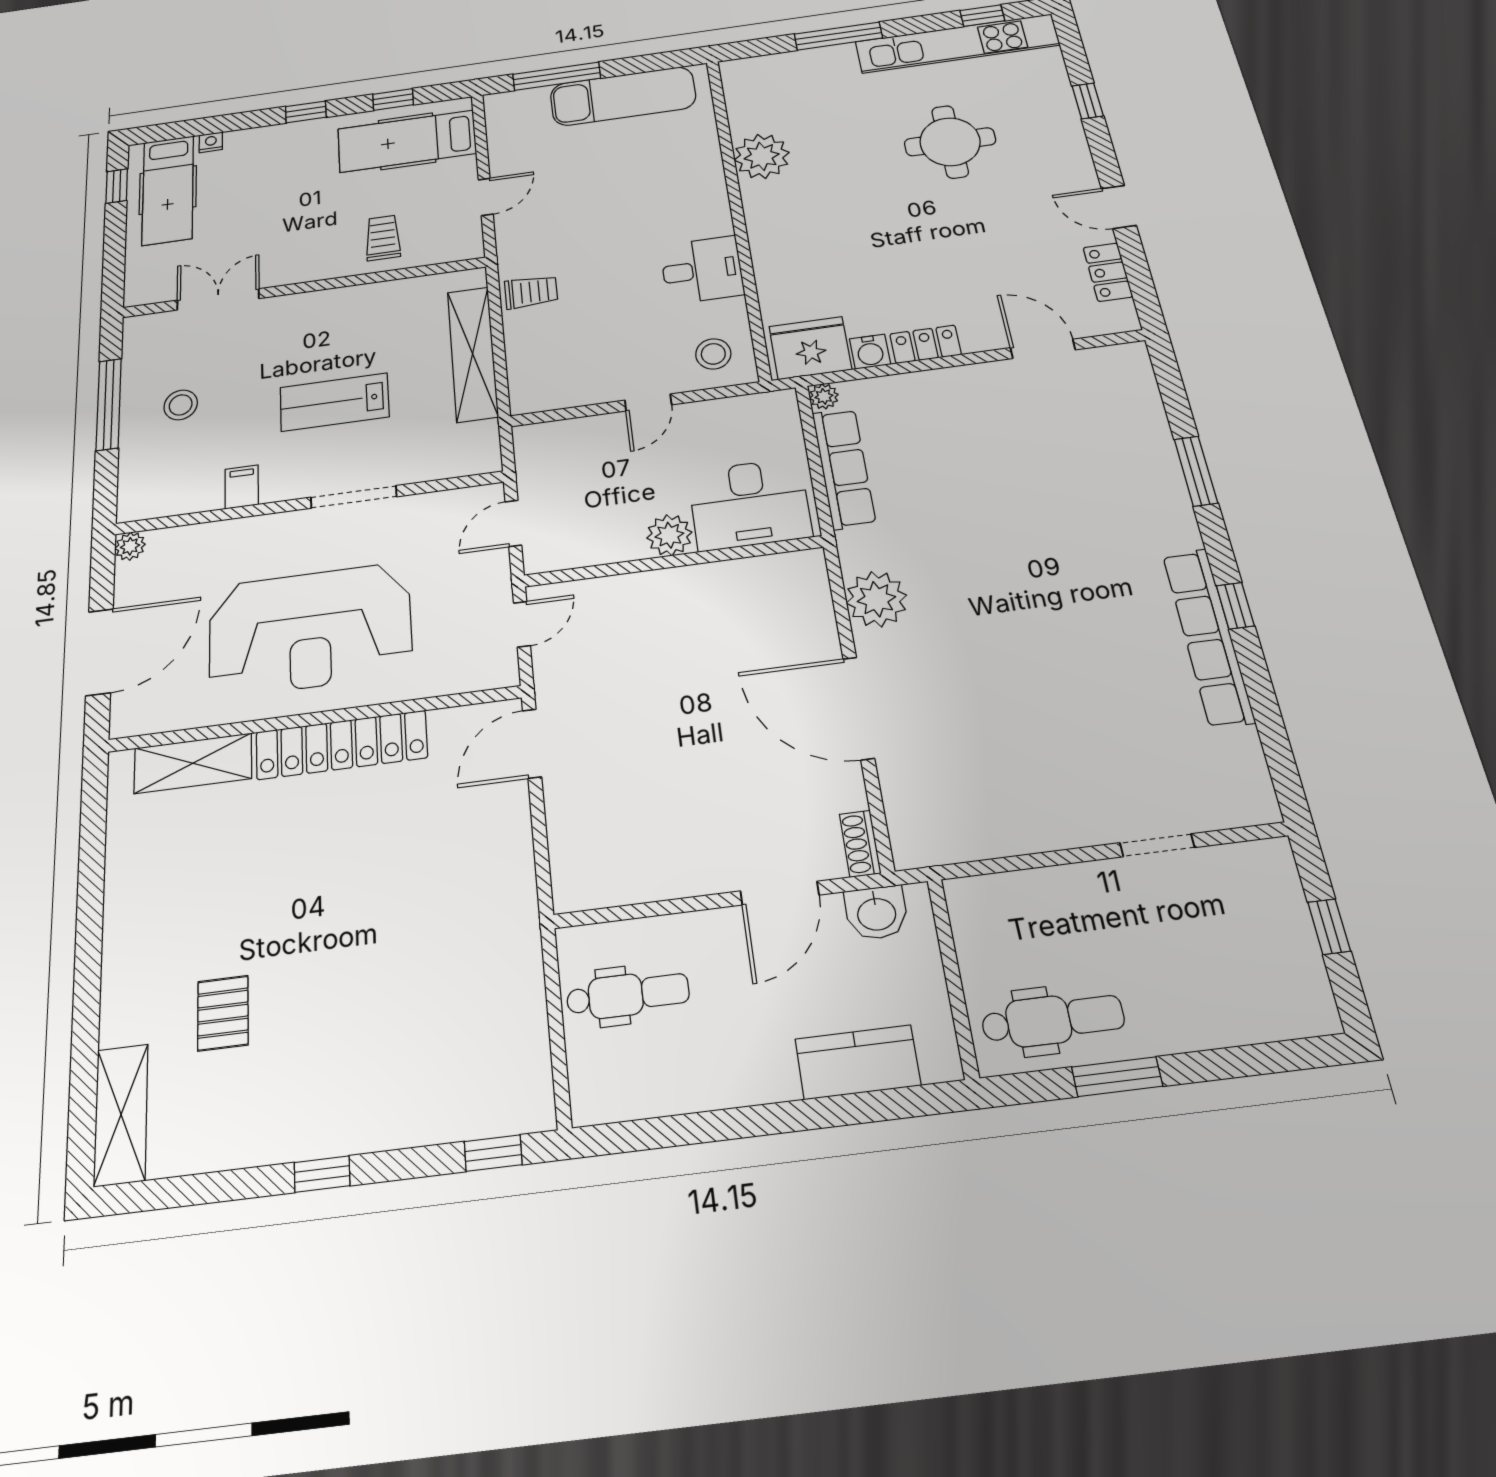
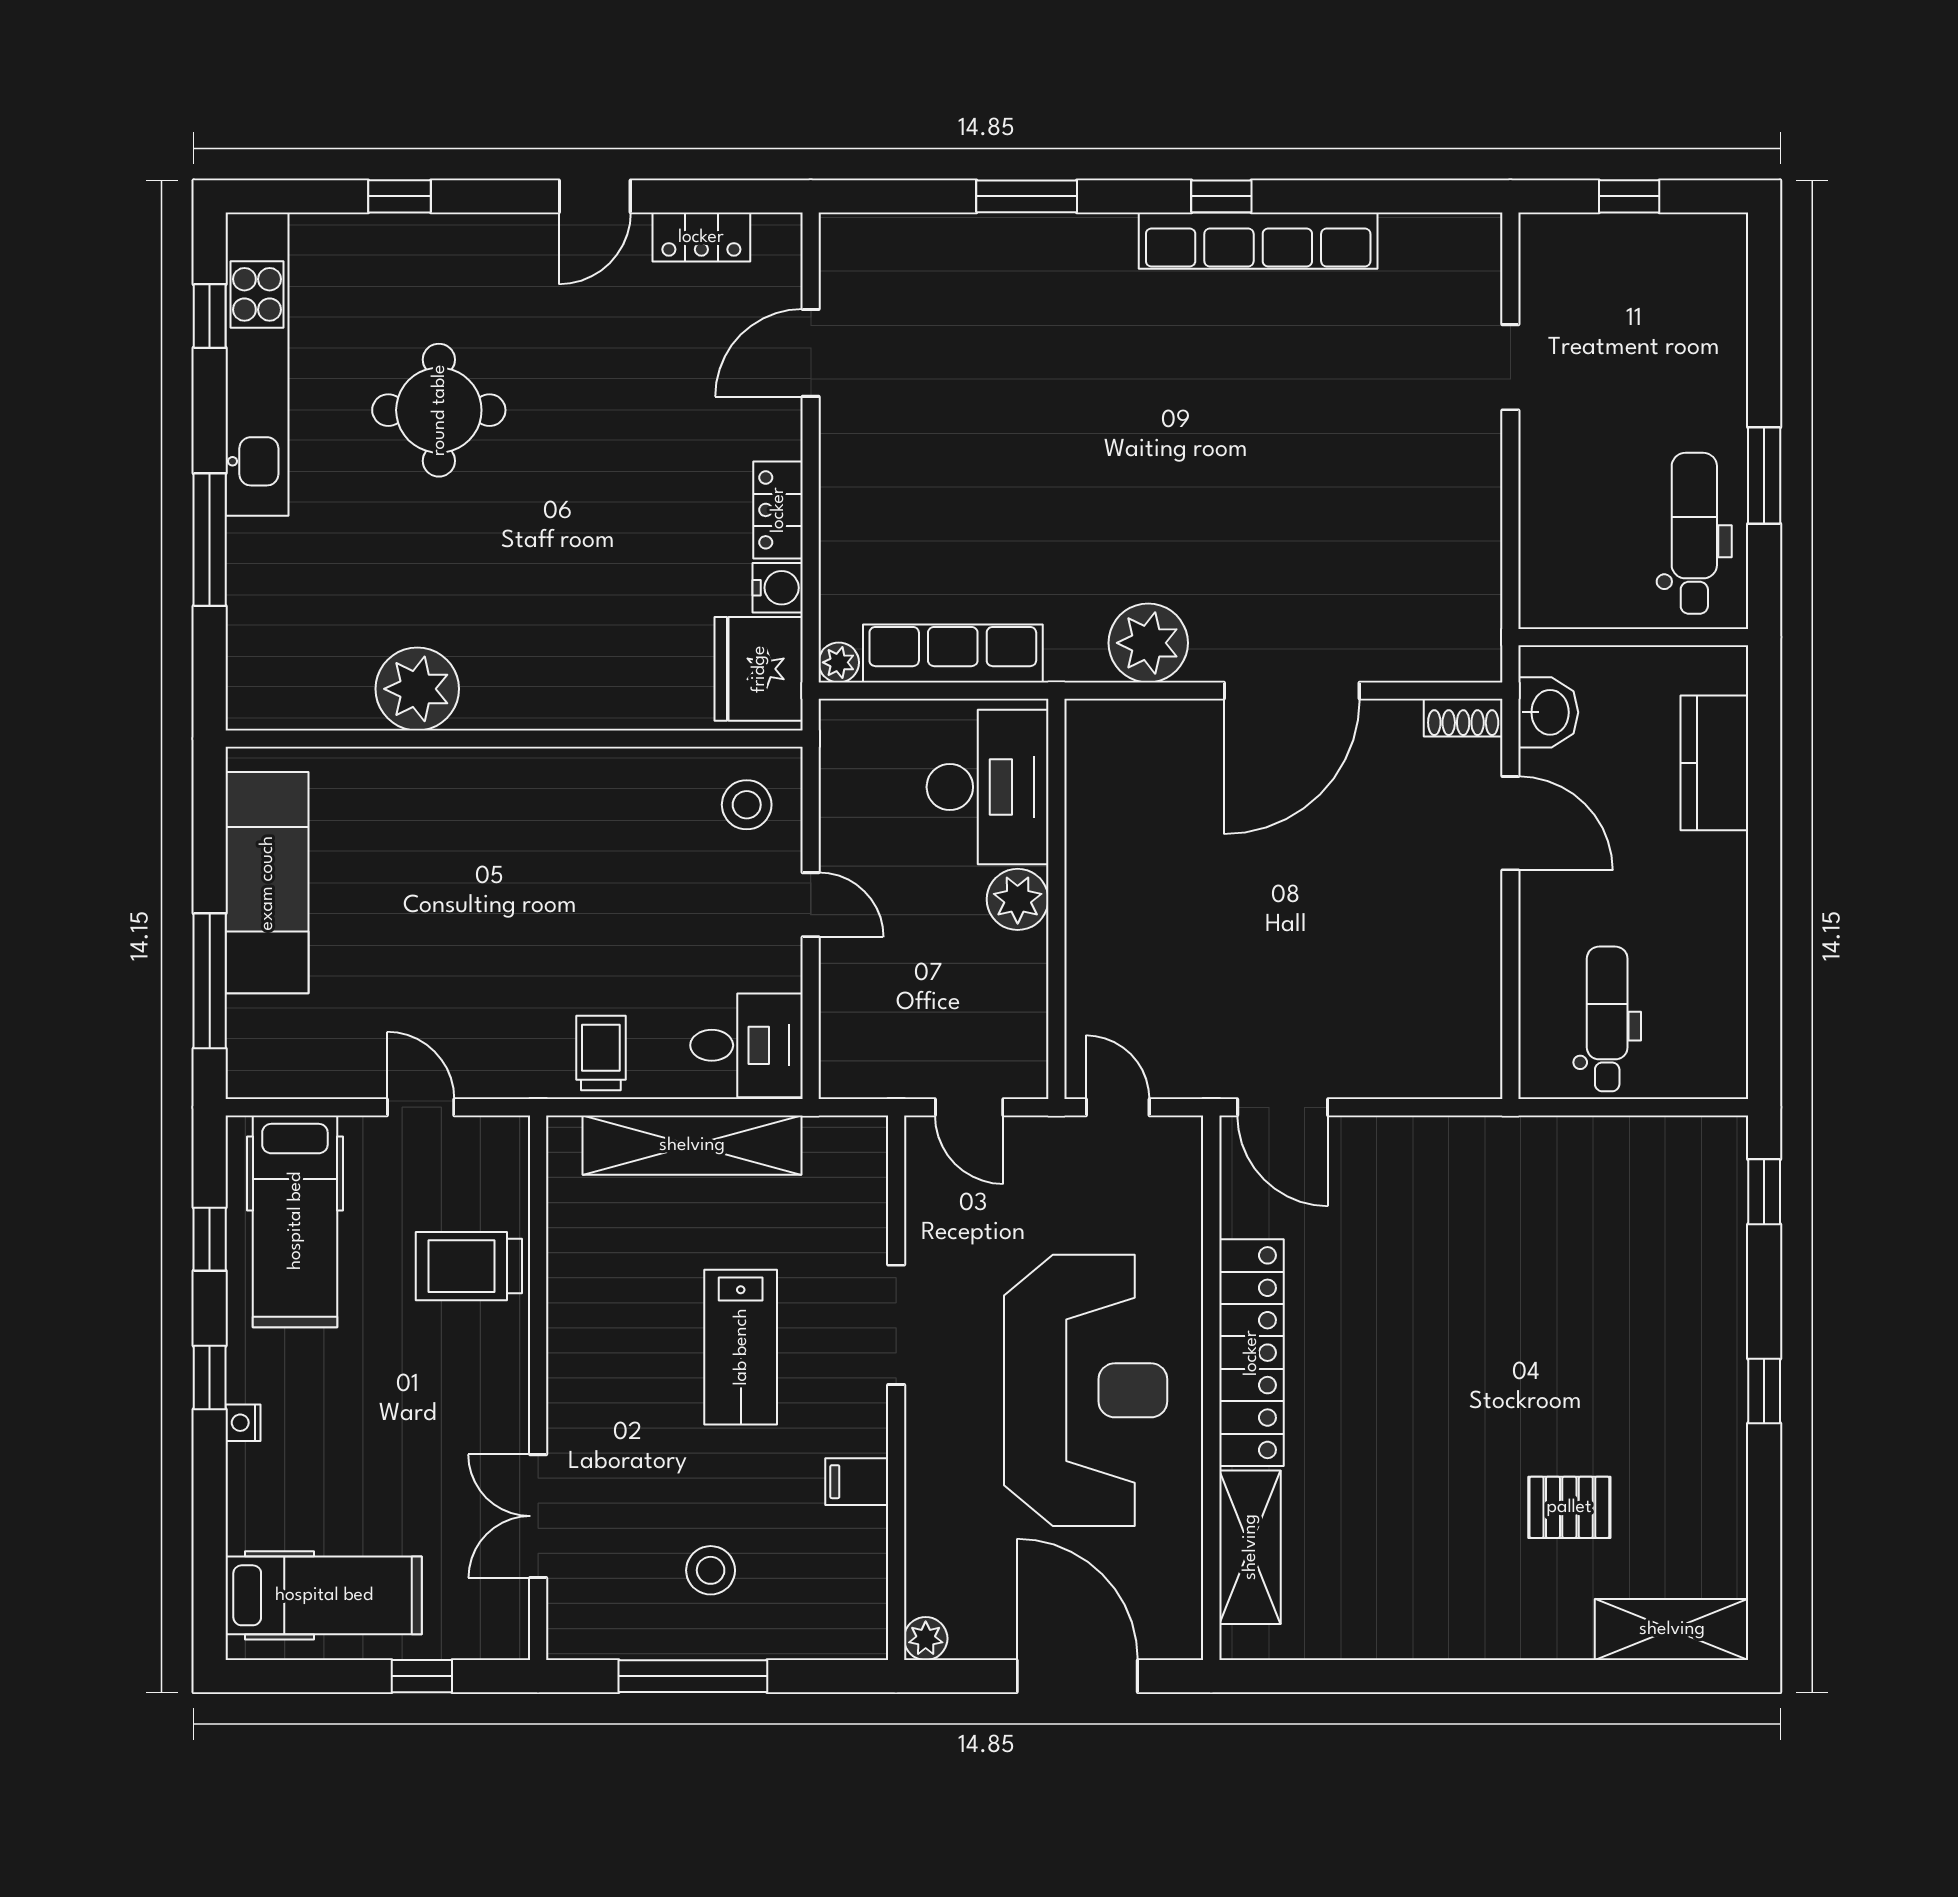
nightstand: (211, 142) -> (243, 1423), moved
window: (117, 186) -> (422, 1676), moved
trolley: (383, 238) -> (469, 1266), width x1.36, depth x1.39
desk: (702, 270) -> (746, 1045), moved, turned 90

